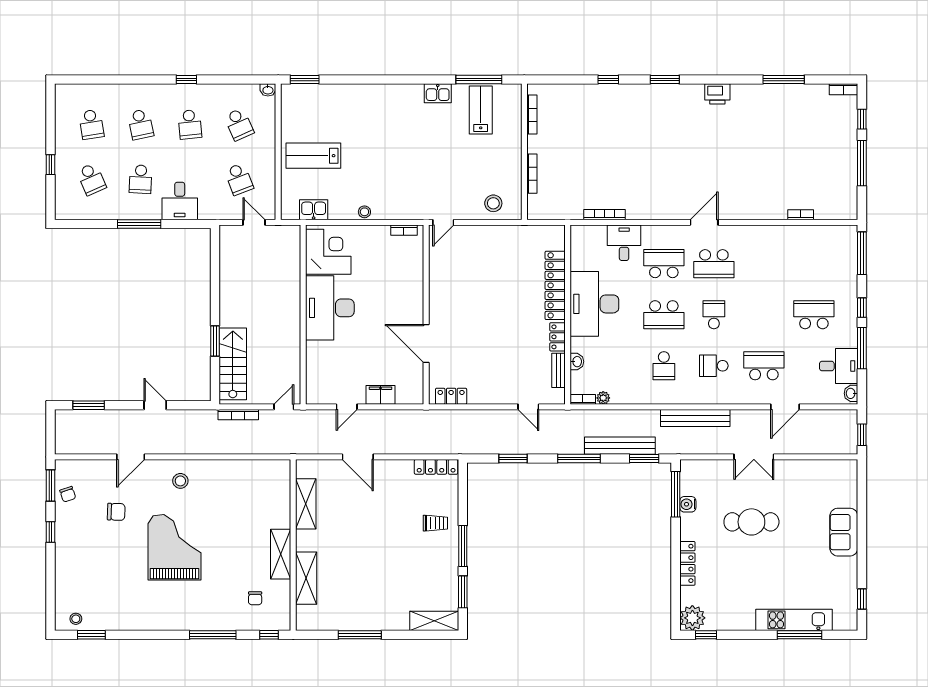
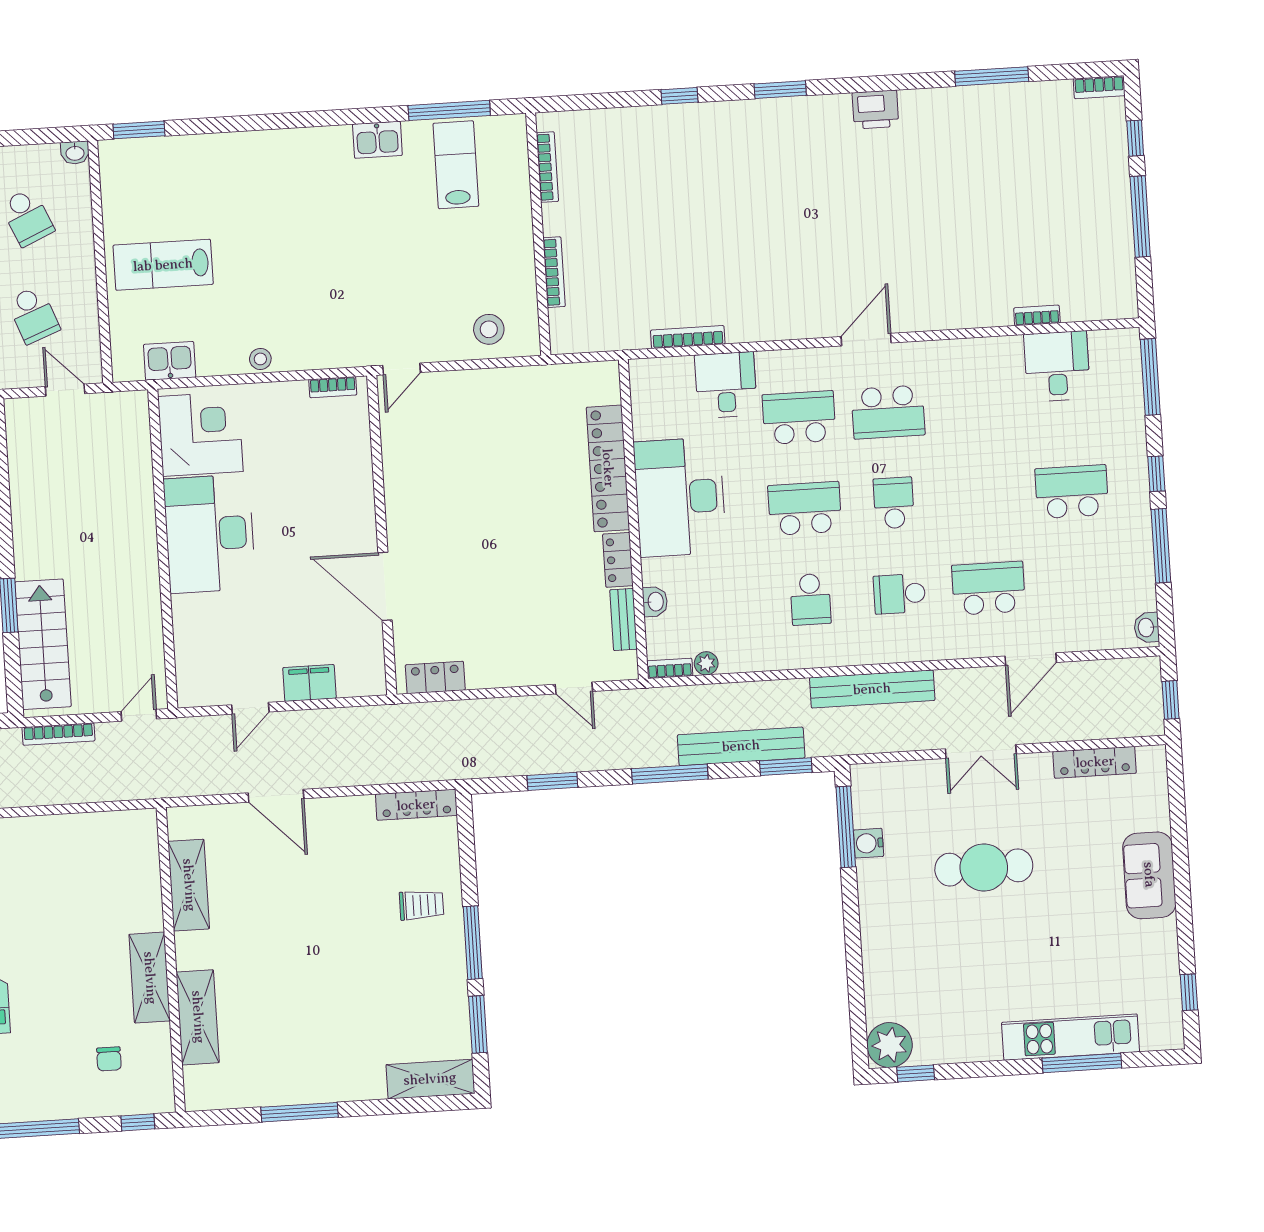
school desk: (664, 315) -> (805, 508), turned 180
desk: (839, 366) -> (1057, 366), moved, turned -90
locker: (687, 563) -> (1095, 762), moved, turned 90

